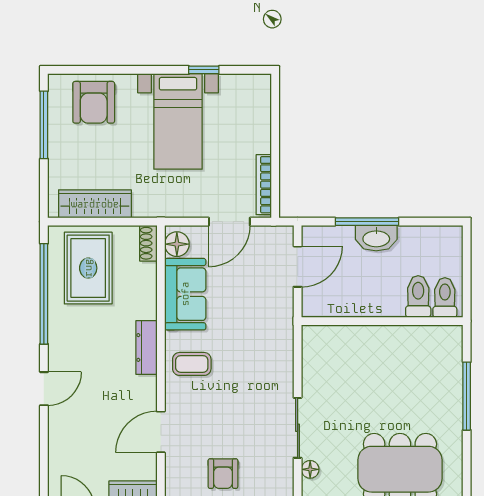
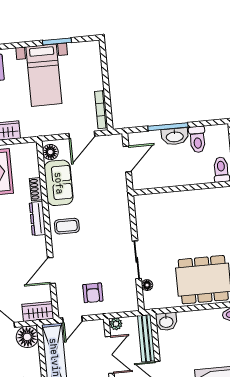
window: (204, 70) -> (57, 41), width x1.50
shoe rack: (148, 243) -> (36, 189), moved
toilet: (418, 297) -> (197, 139), moved, turned 180

